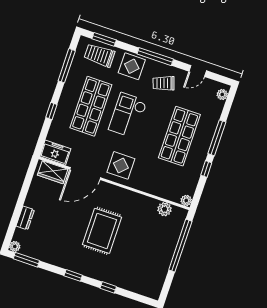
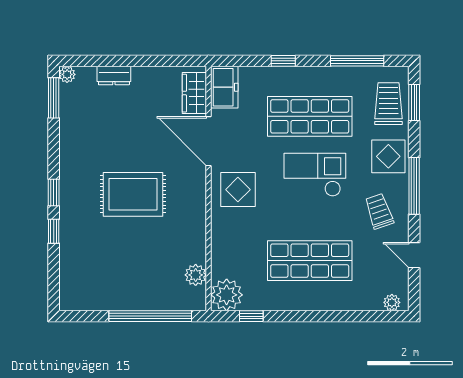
window: (217, 138) -> (326, 316), removed
window: (206, 169) -> (251, 316), moved
plant: (186, 200) -> (227, 295), width x1.88, depth x1.88
window: (73, 275) -> (54, 193), moved

